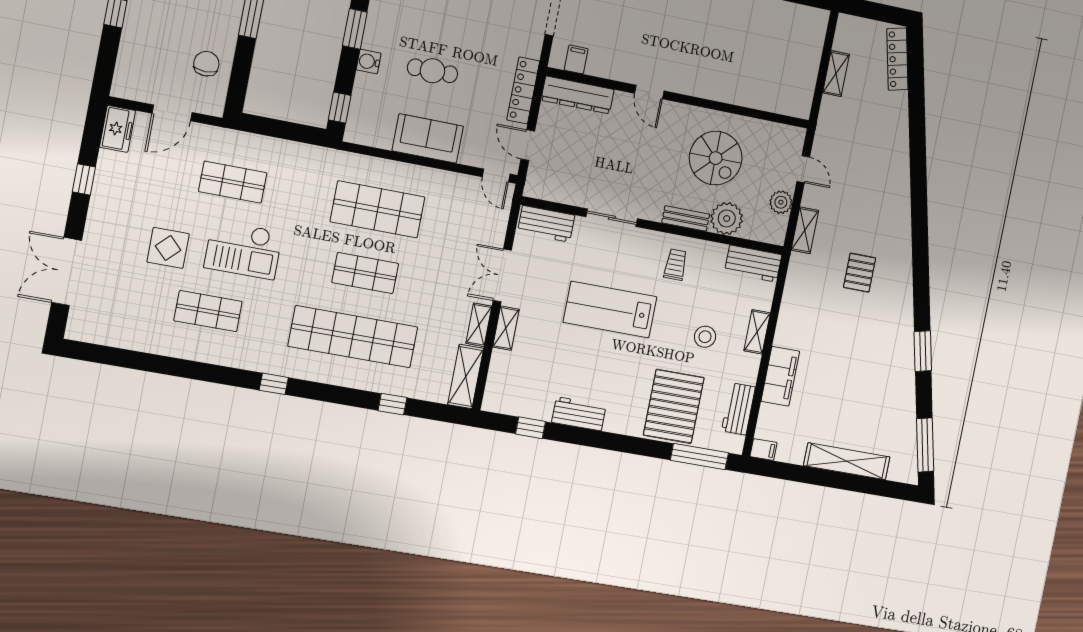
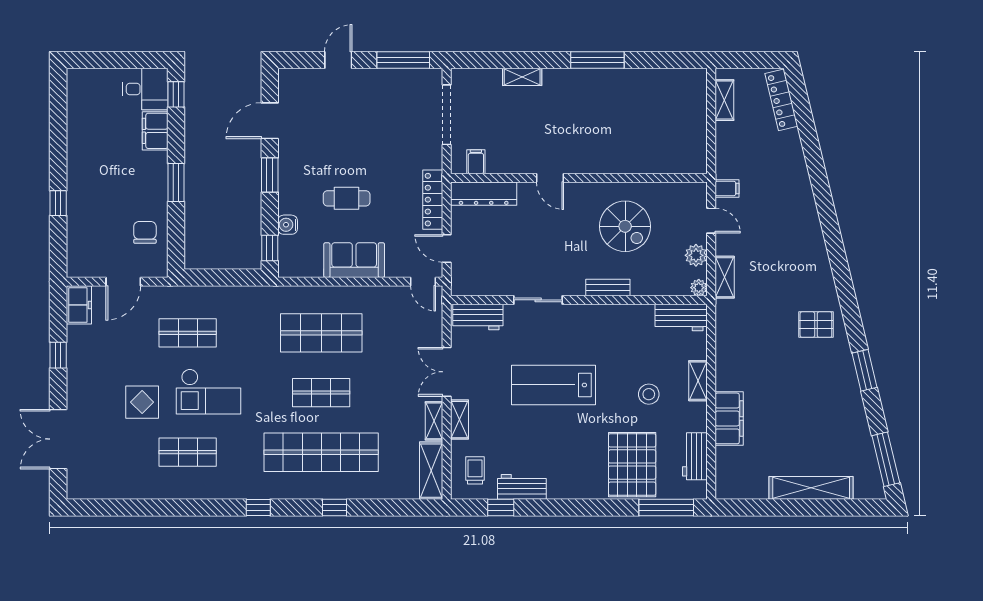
water cooler: (369, 62) -> (288, 225), moved
shelving: (836, 74) -> (724, 100), moved
plant: (727, 218) -> (699, 288), moved, width x0.53, depth x0.53
trolley: (675, 265) -> (475, 470), moved
pallet: (860, 273) -> (816, 325), moved, turned 90
window: (392, 404) -> (334, 507), moved
workbench: (579, 414) -> (522, 487), moved
filing cabinet: (764, 449) -> (727, 188), moved

